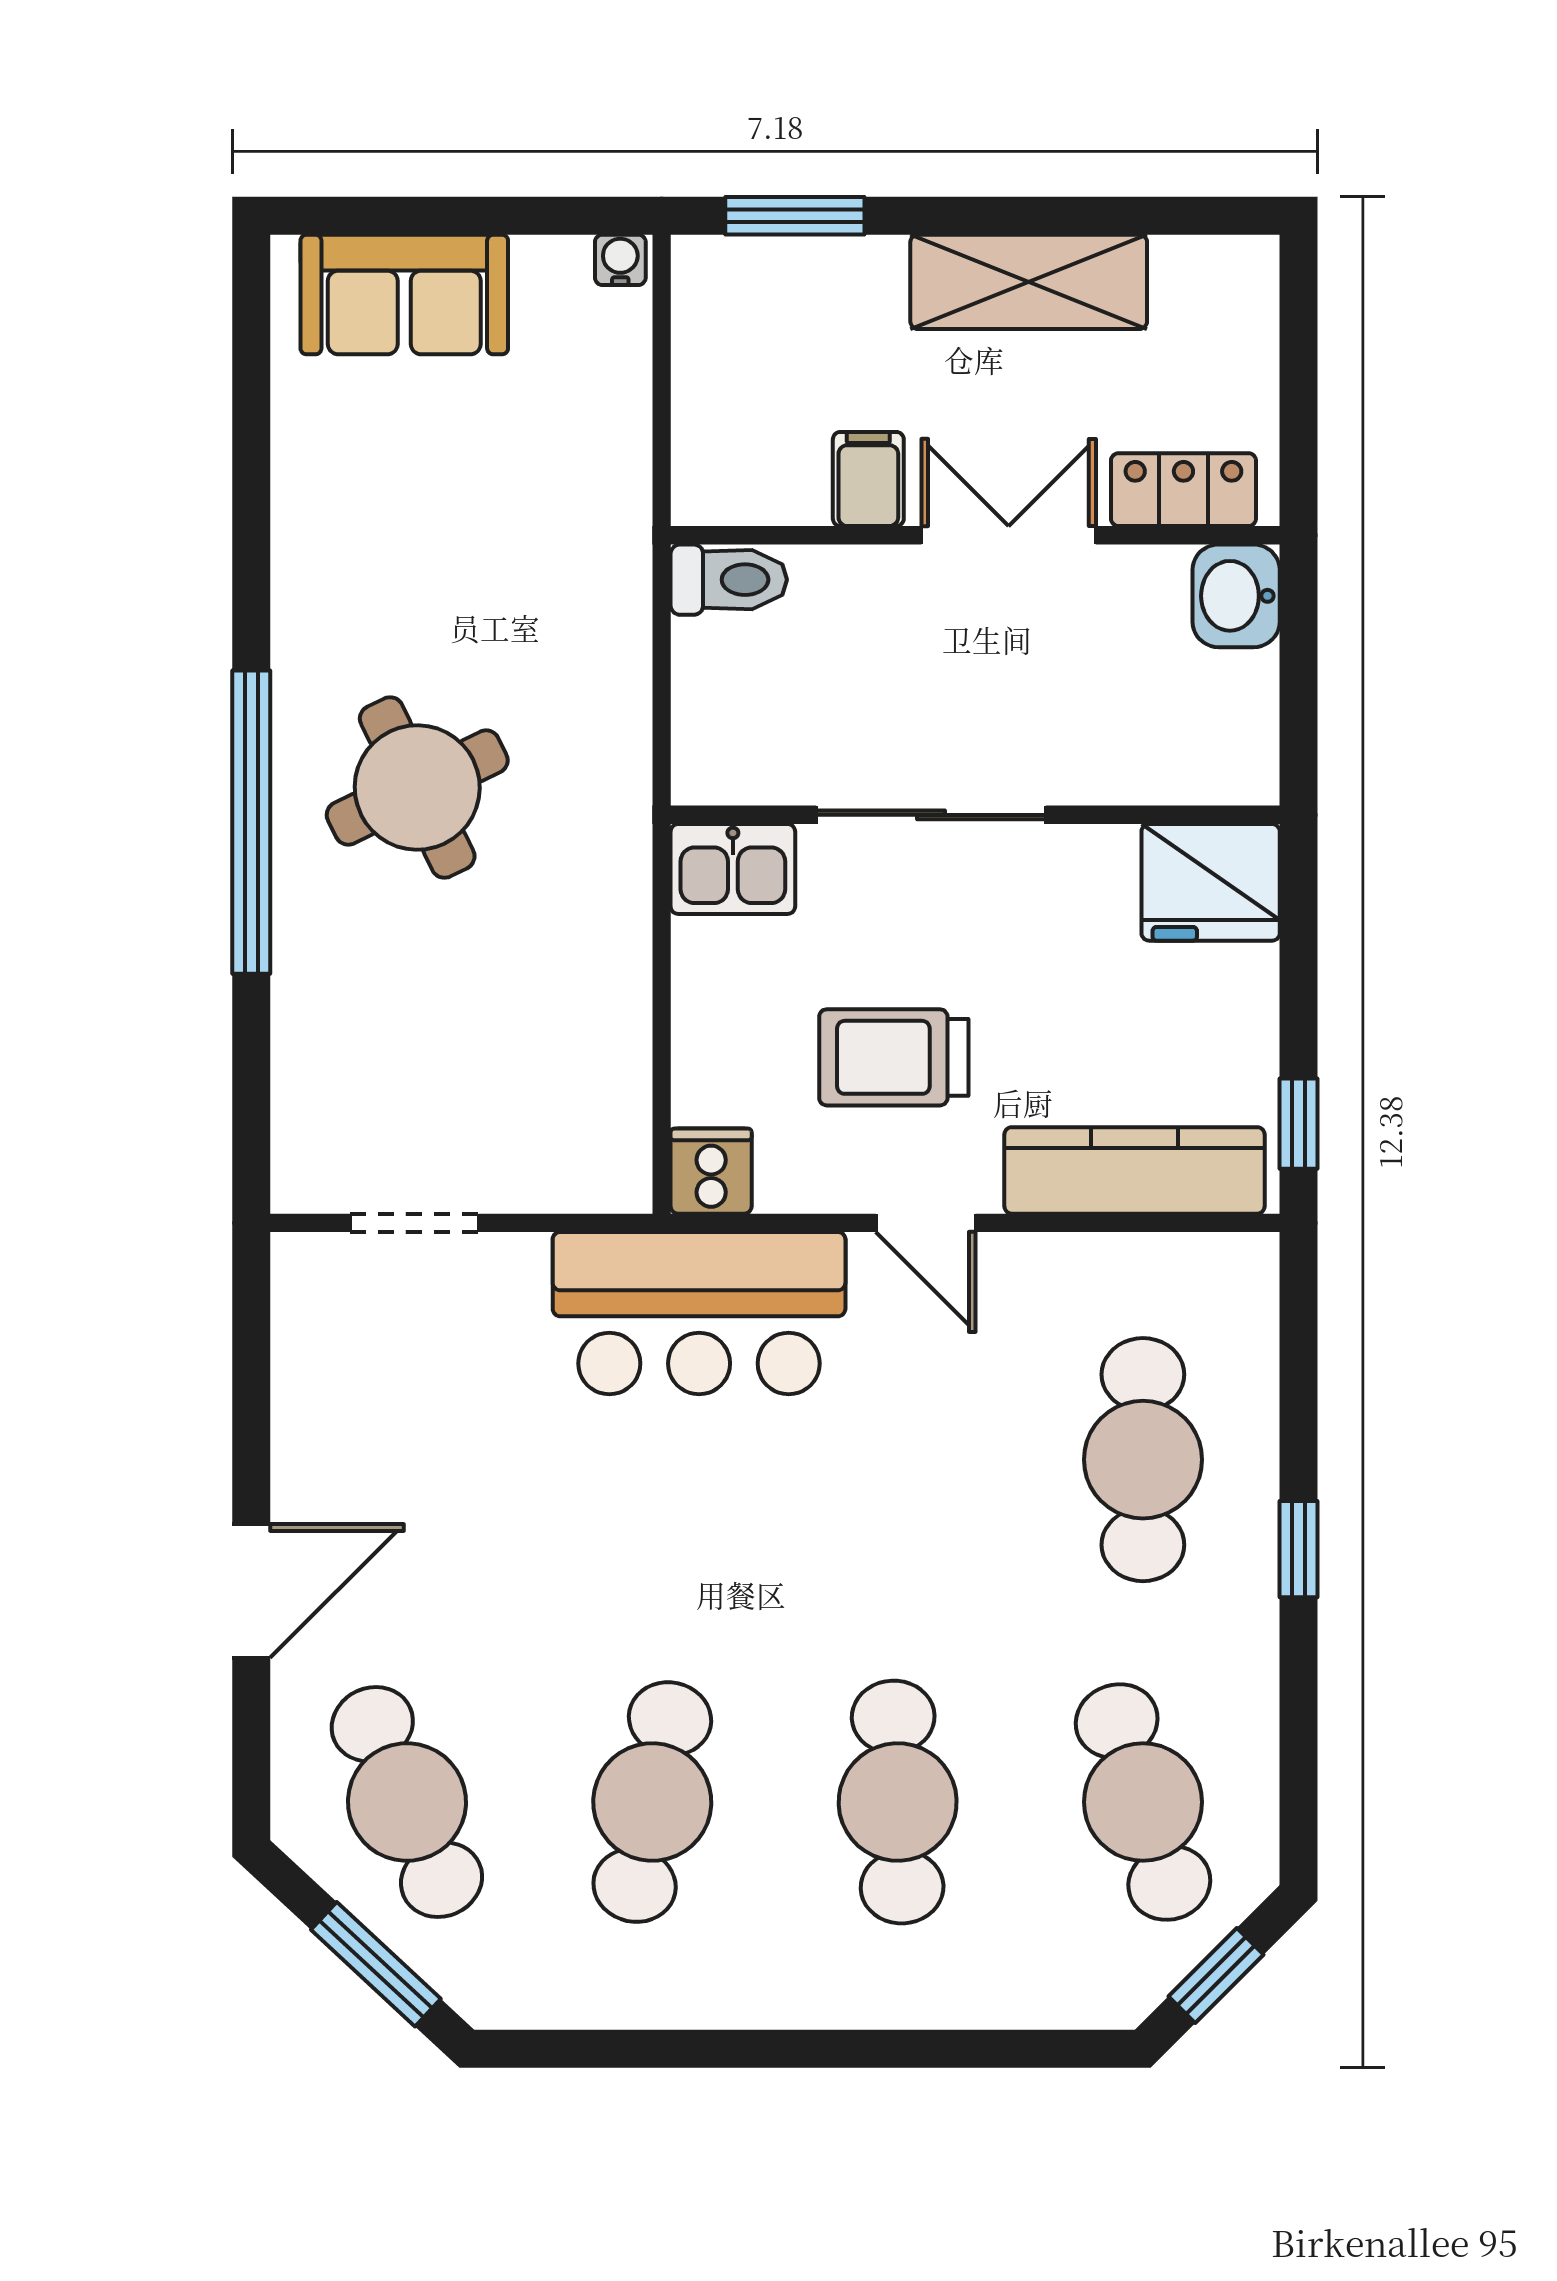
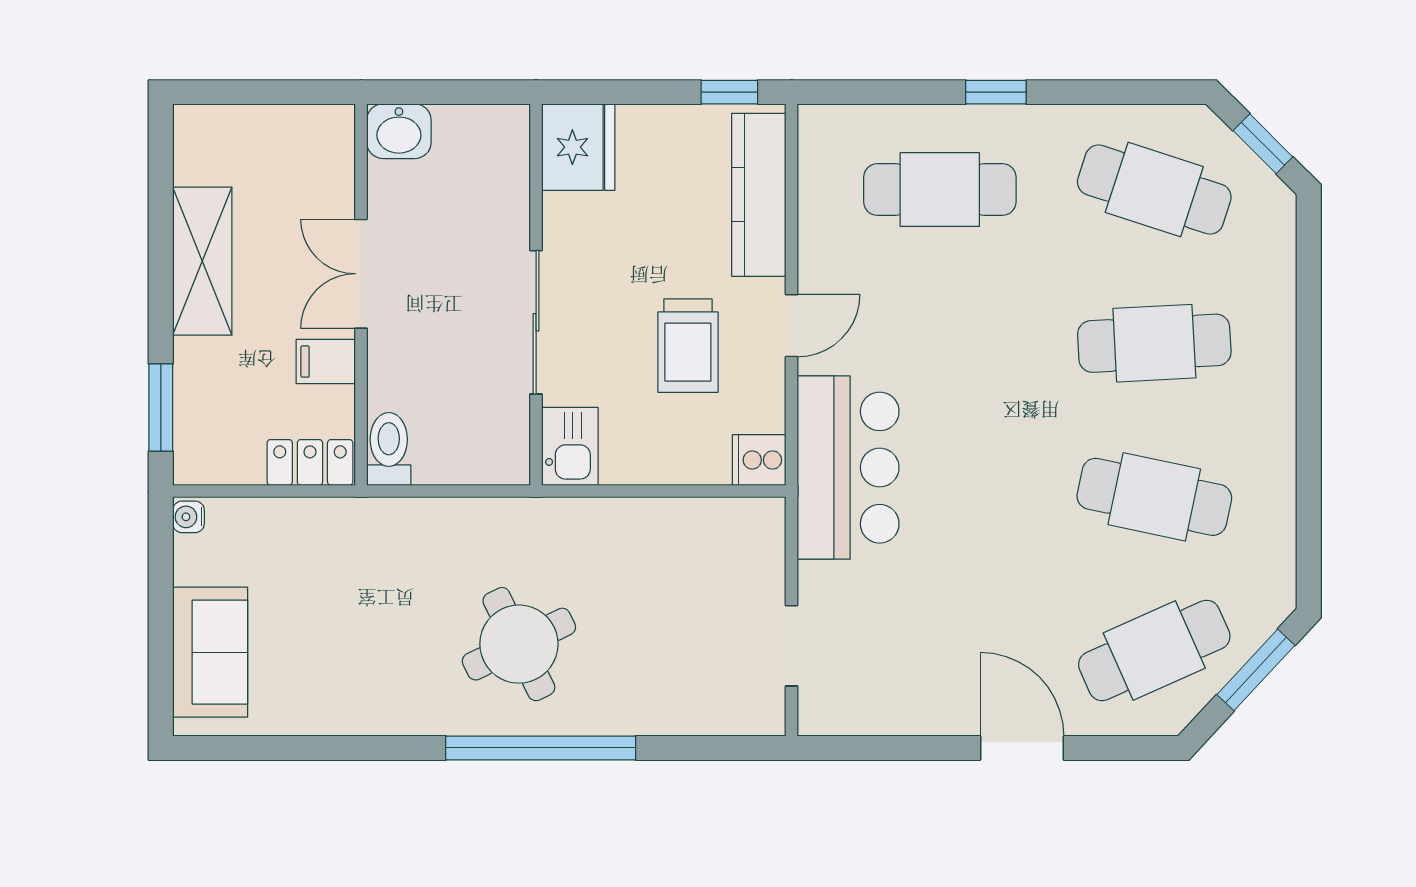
locker: (1183, 490) -> (310, 462), moved, turned 90
cafe table: (1143, 1802) -> (1154, 190), turned 36

